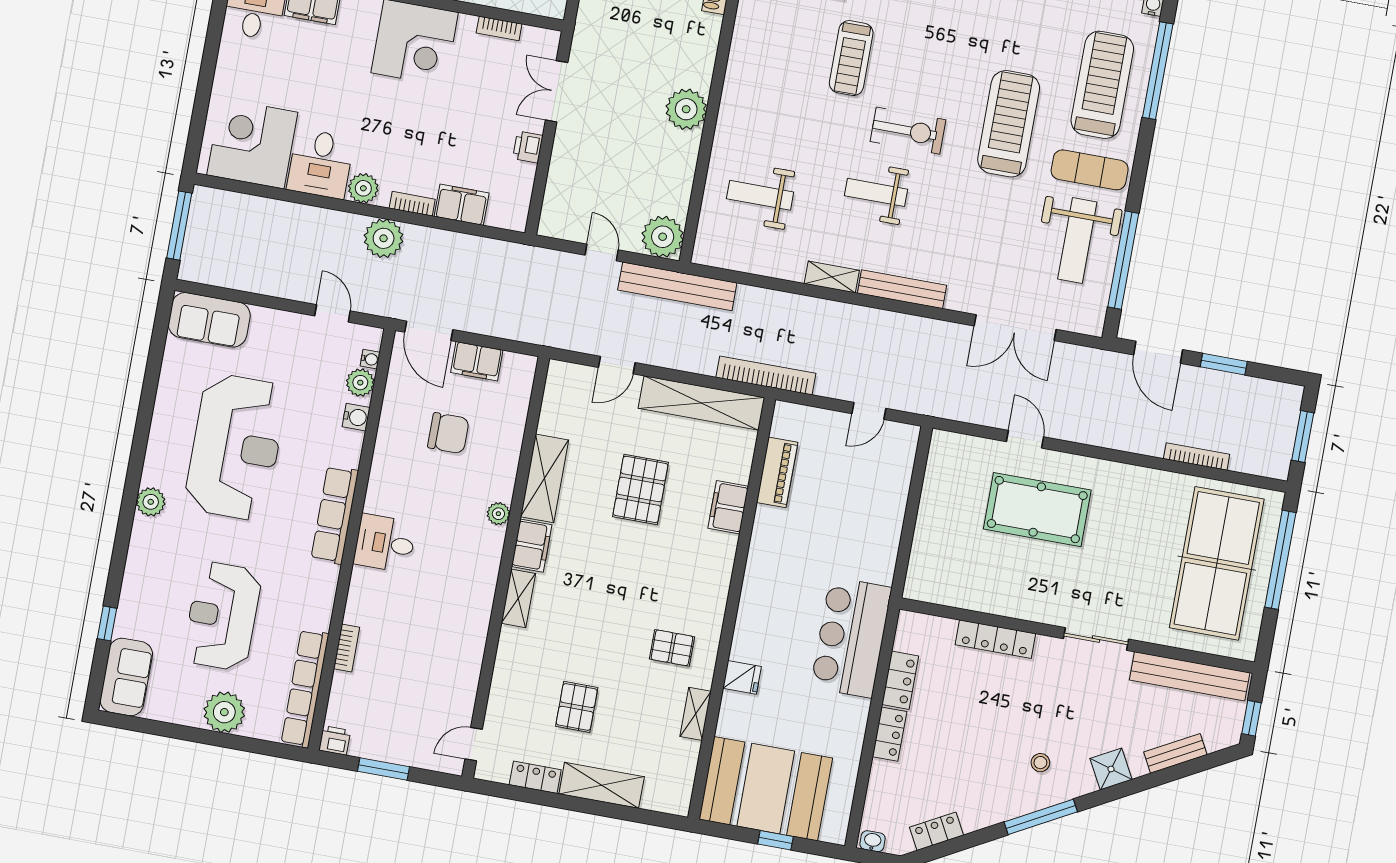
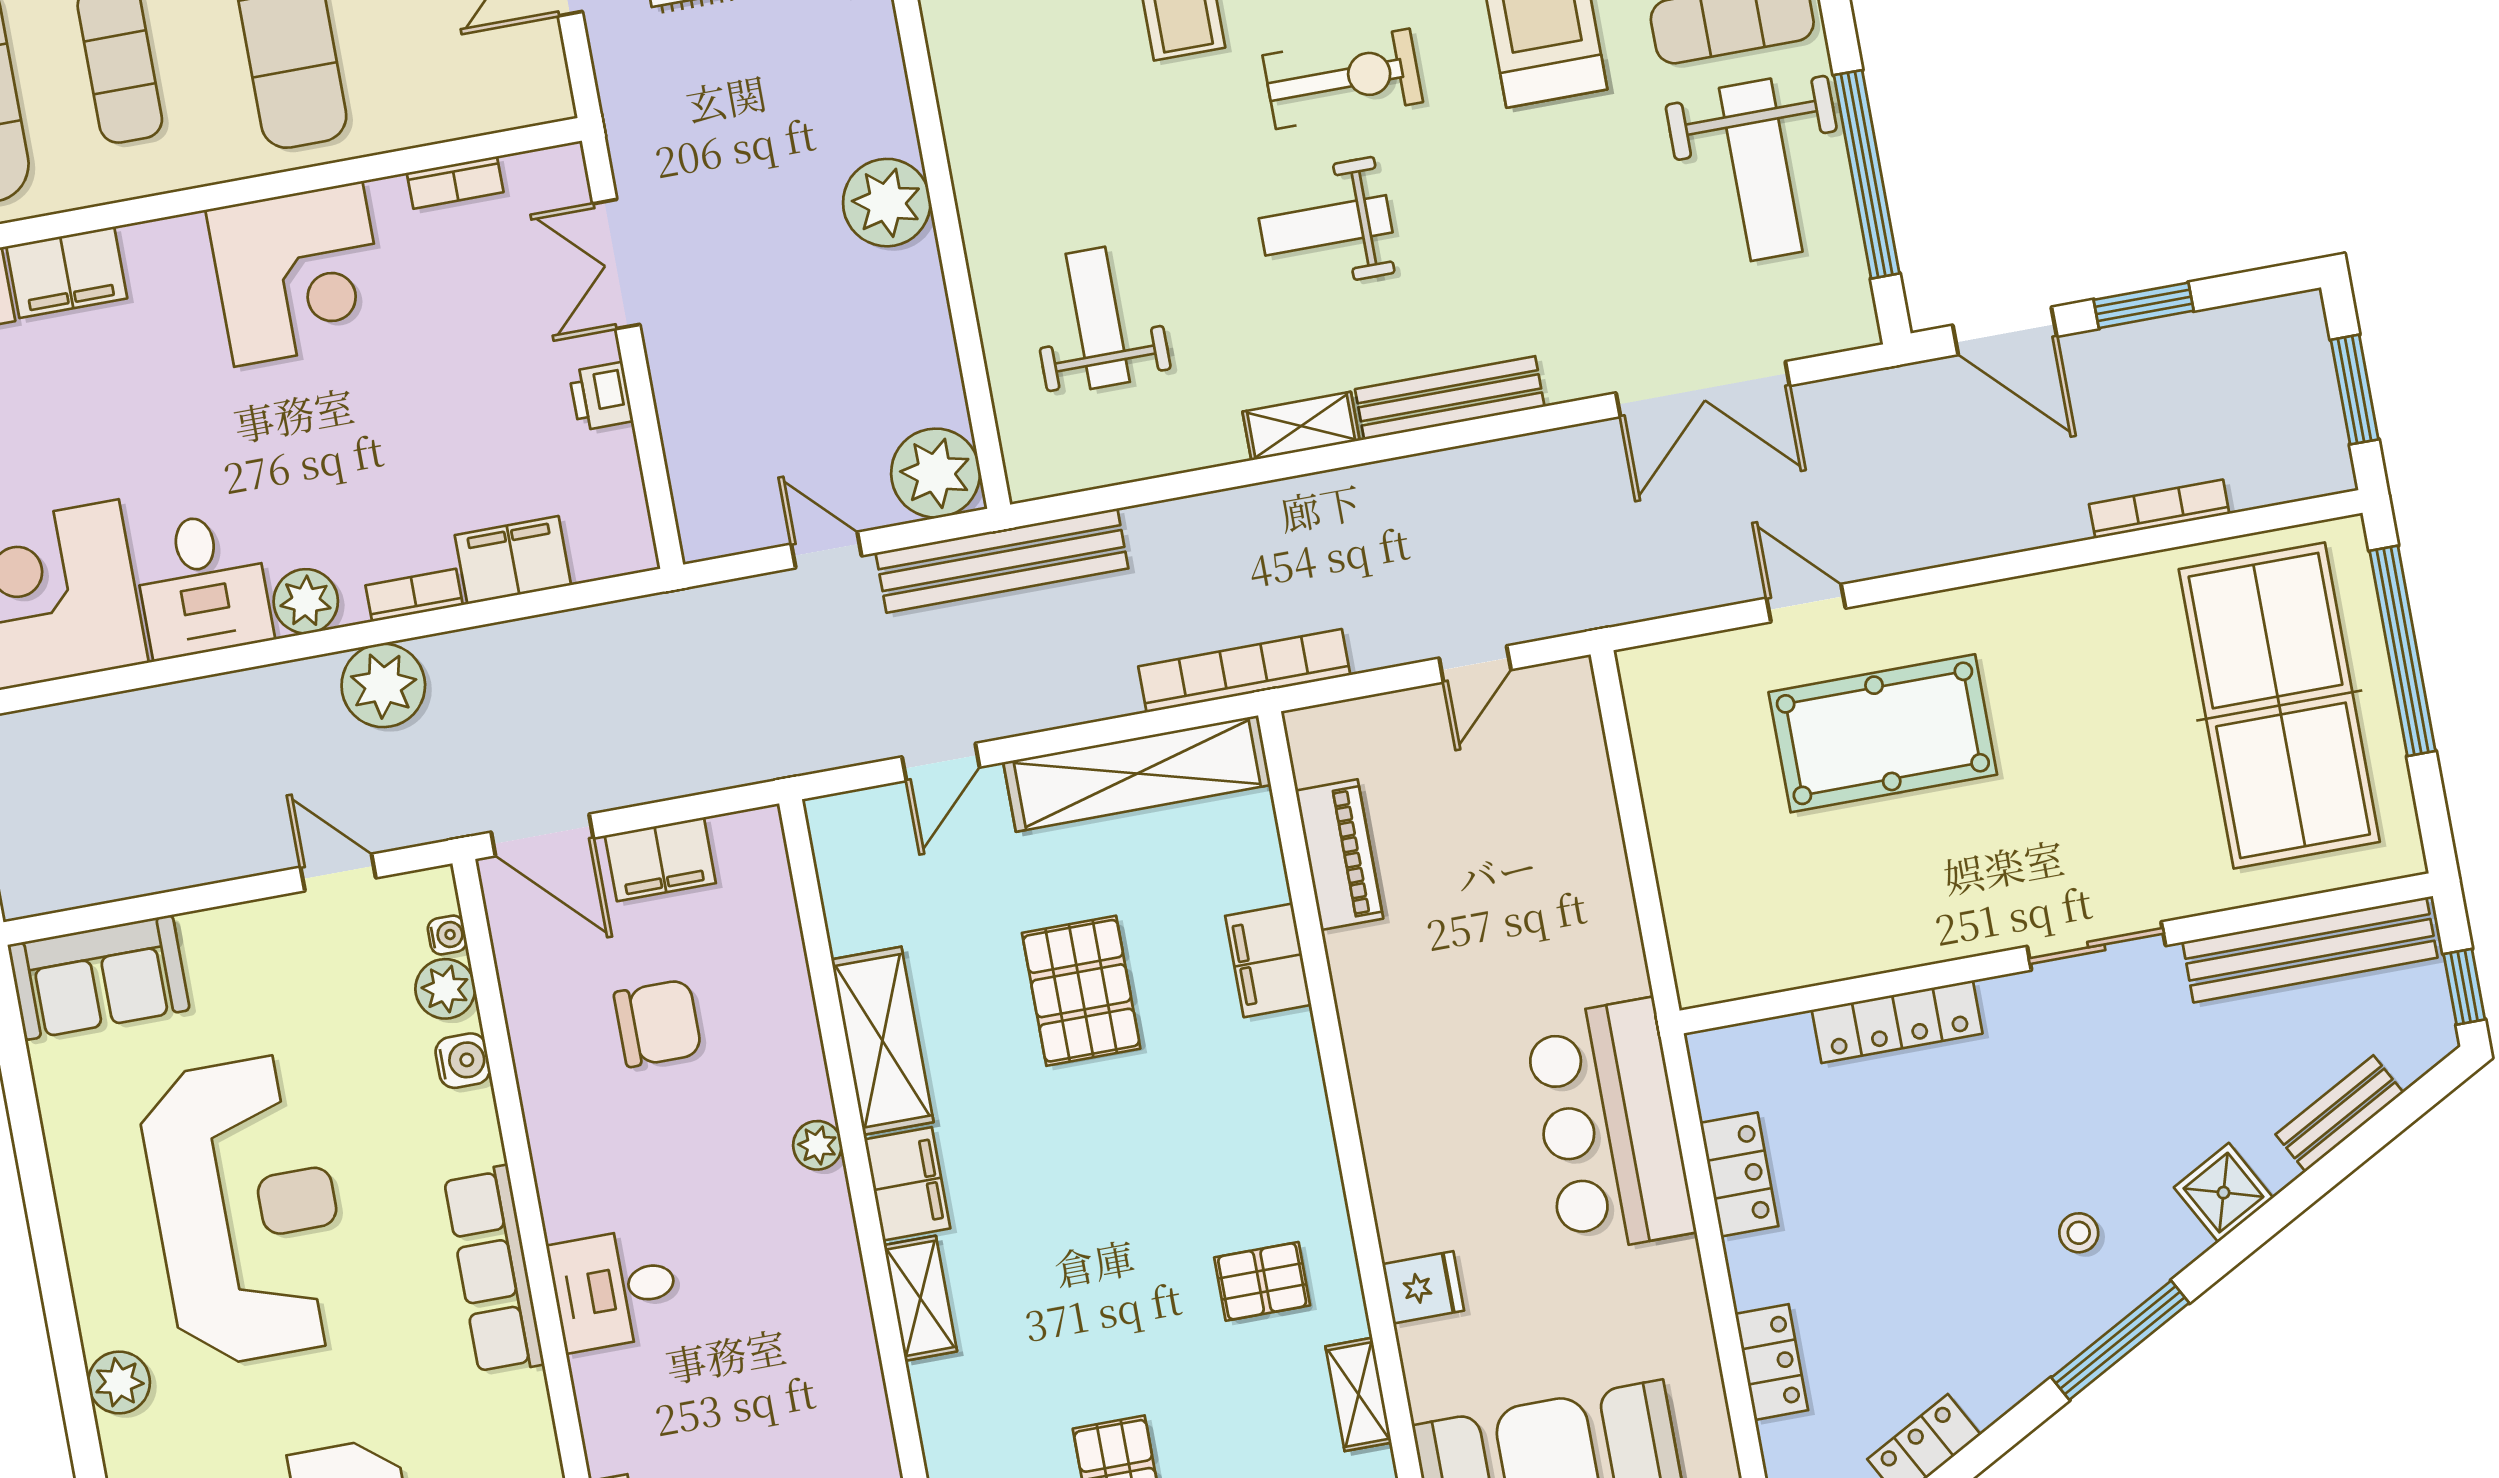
weight bench: (760, 195) -> (1098, 318), turned 90
locker: (890, 734) -> (1772, 1362), moved

